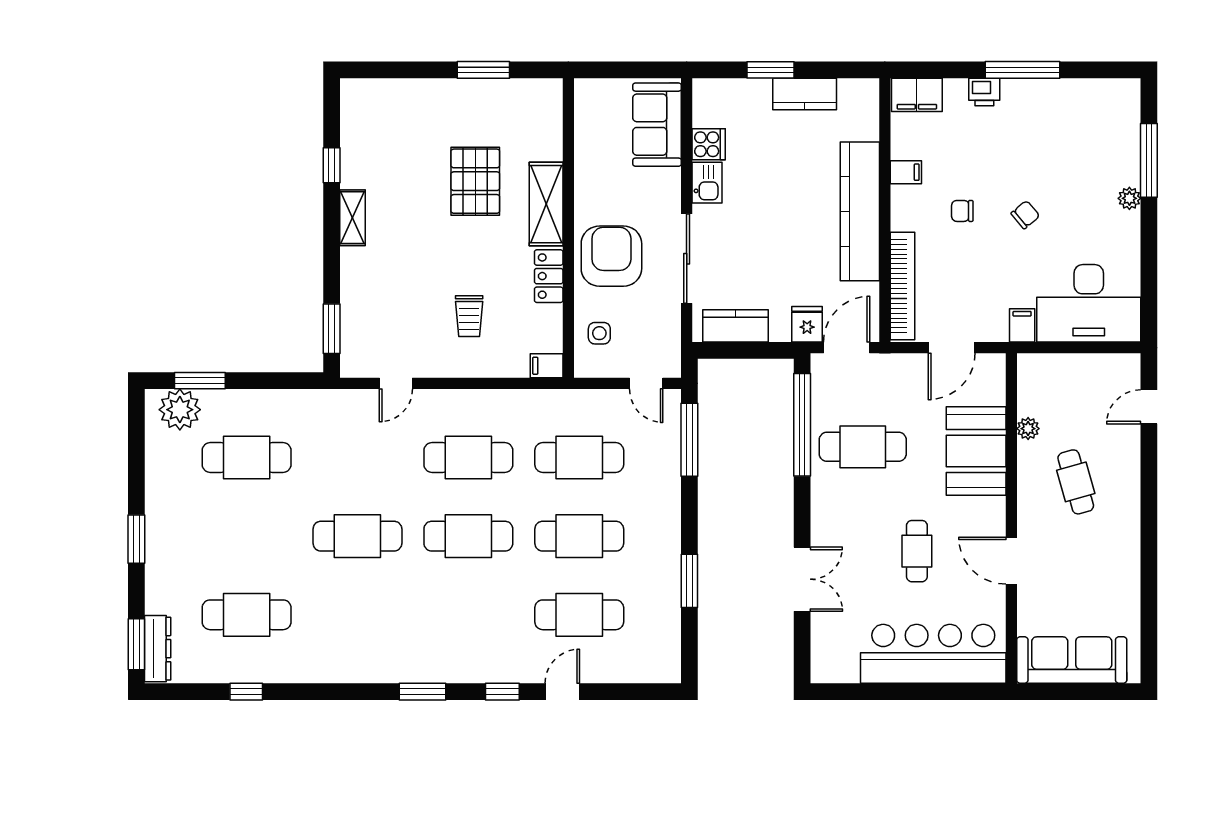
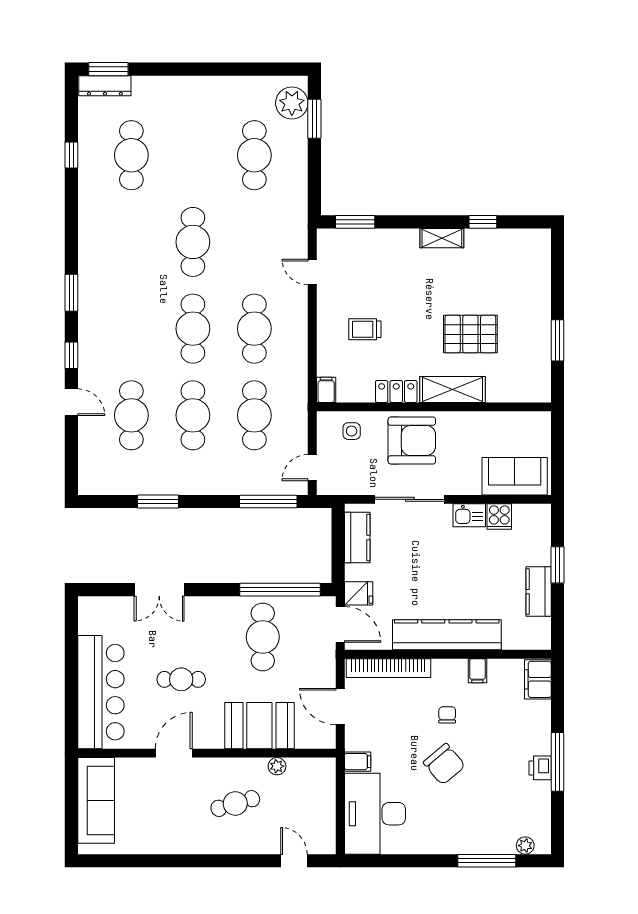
printer: (984, 92) -> (540, 768), moved
plant: (1129, 198) -> (525, 846), moved
chair: (1025, 215) -> (444, 764), width x1.87, depth x1.87
window: (136, 539) -> (190, 69), removed

